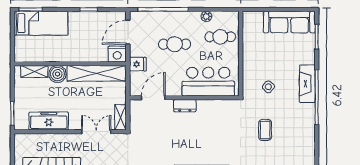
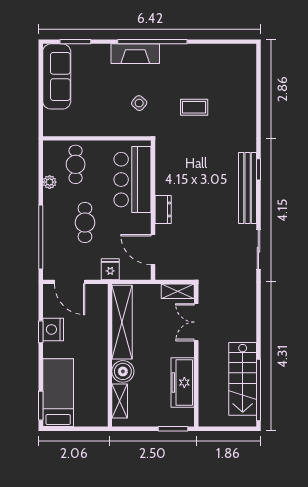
nightstand: (117, 54) -> (53, 329), moved, turned 180

